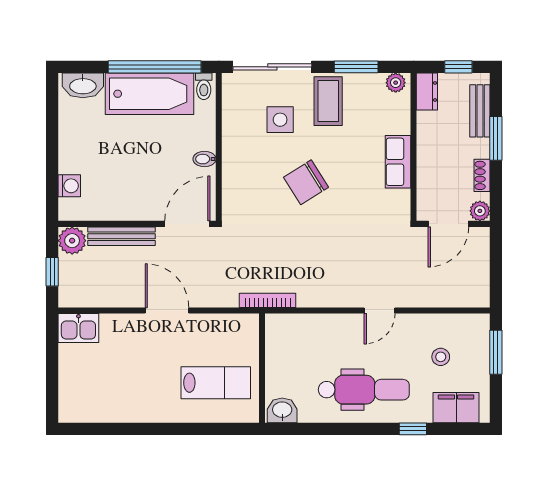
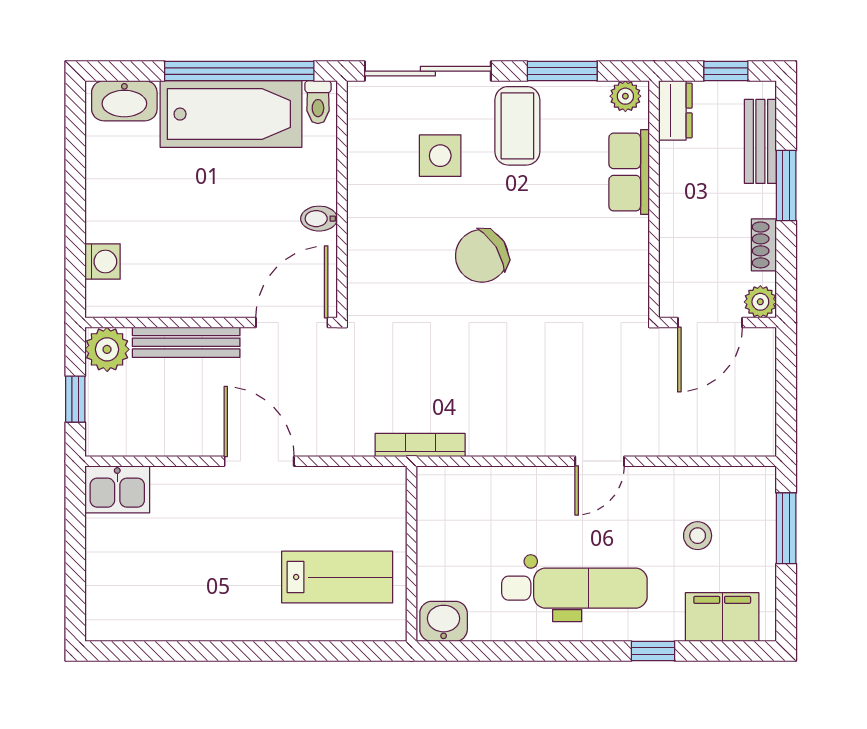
row of seats: (398, 162) -> (629, 172), moved

